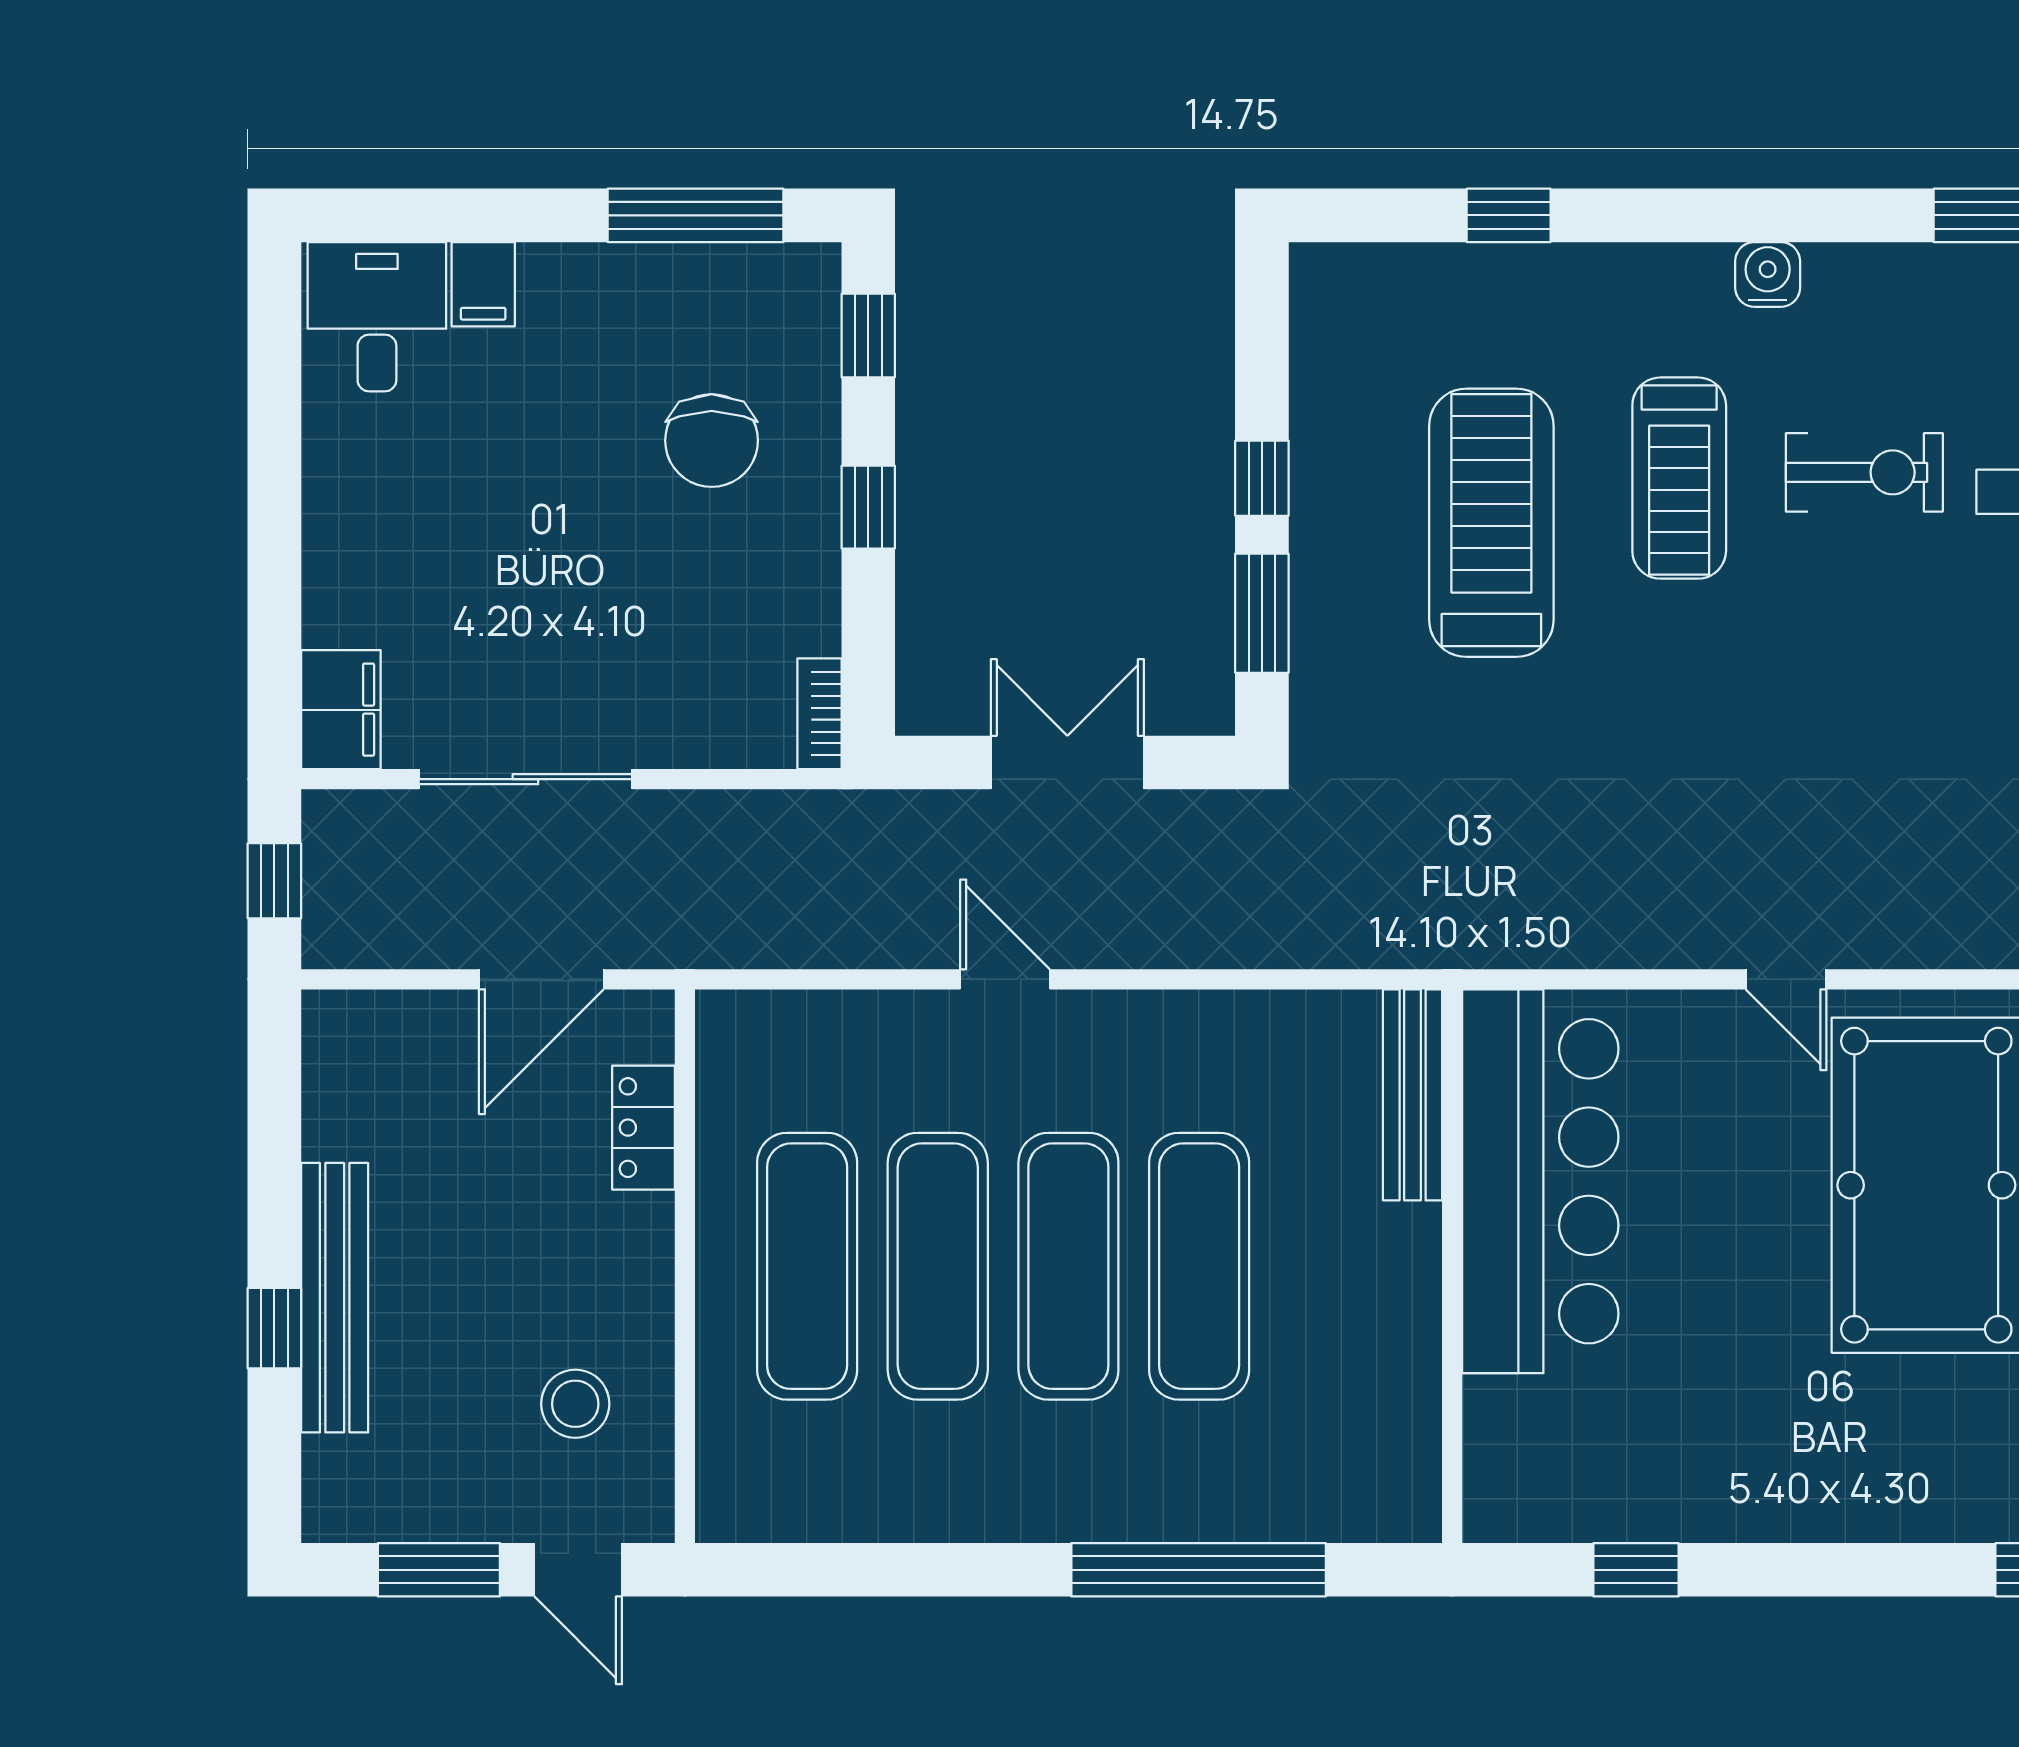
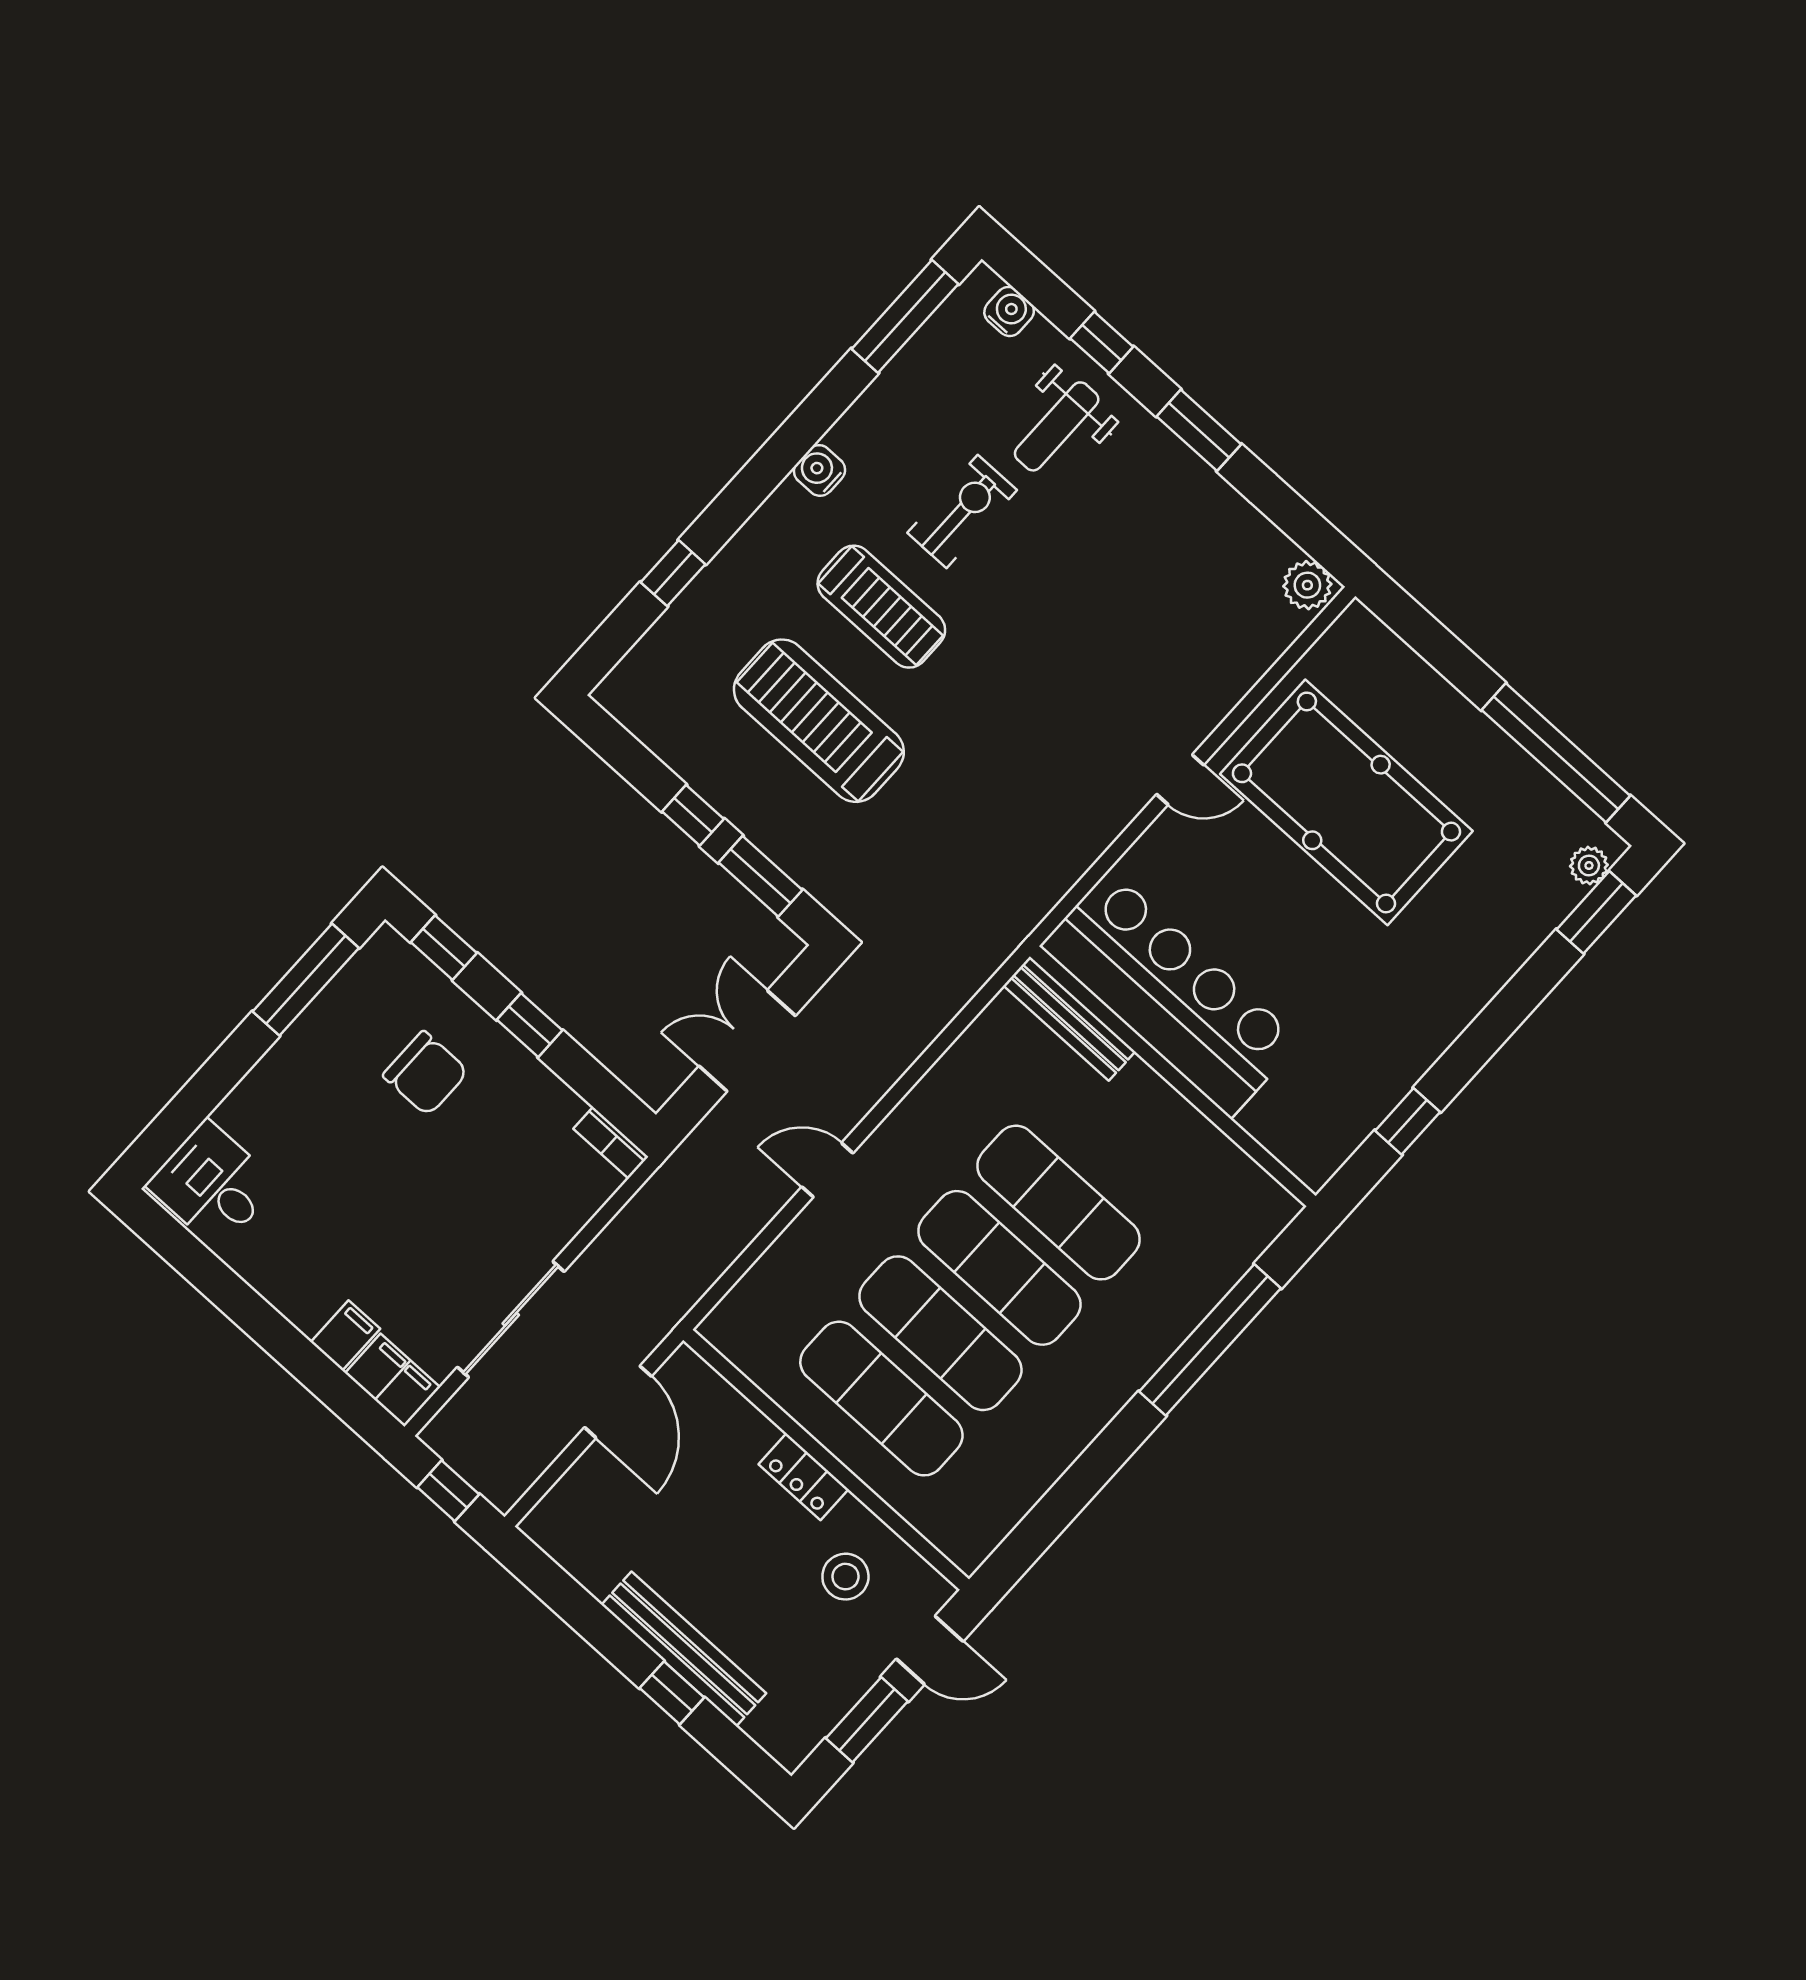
filing cabinet: (483, 284) -> (345, 1335), moved, turned -90
locker: (643, 1128) -> (804, 1477), moved

